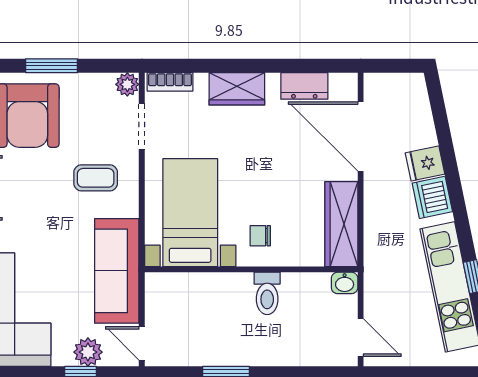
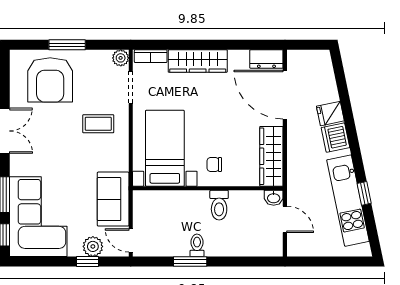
dresser: (304, 86) -> (266, 59), moved
wardrobe: (237, 89) -> (198, 61), width x1.50
sofa: (117, 271) -> (113, 199), width x0.73
door: (361, 337) -> (285, 219), moved
toilet: (236, 350) -> (197, 245), added

